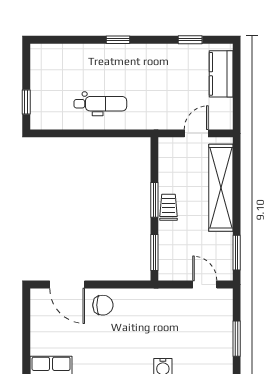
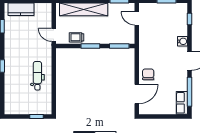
door: (196, 133) -> (54, 35), moved
trolley: (169, 207) -> (77, 37), moved
door: (205, 284) -> (137, 18), hinge flipped

